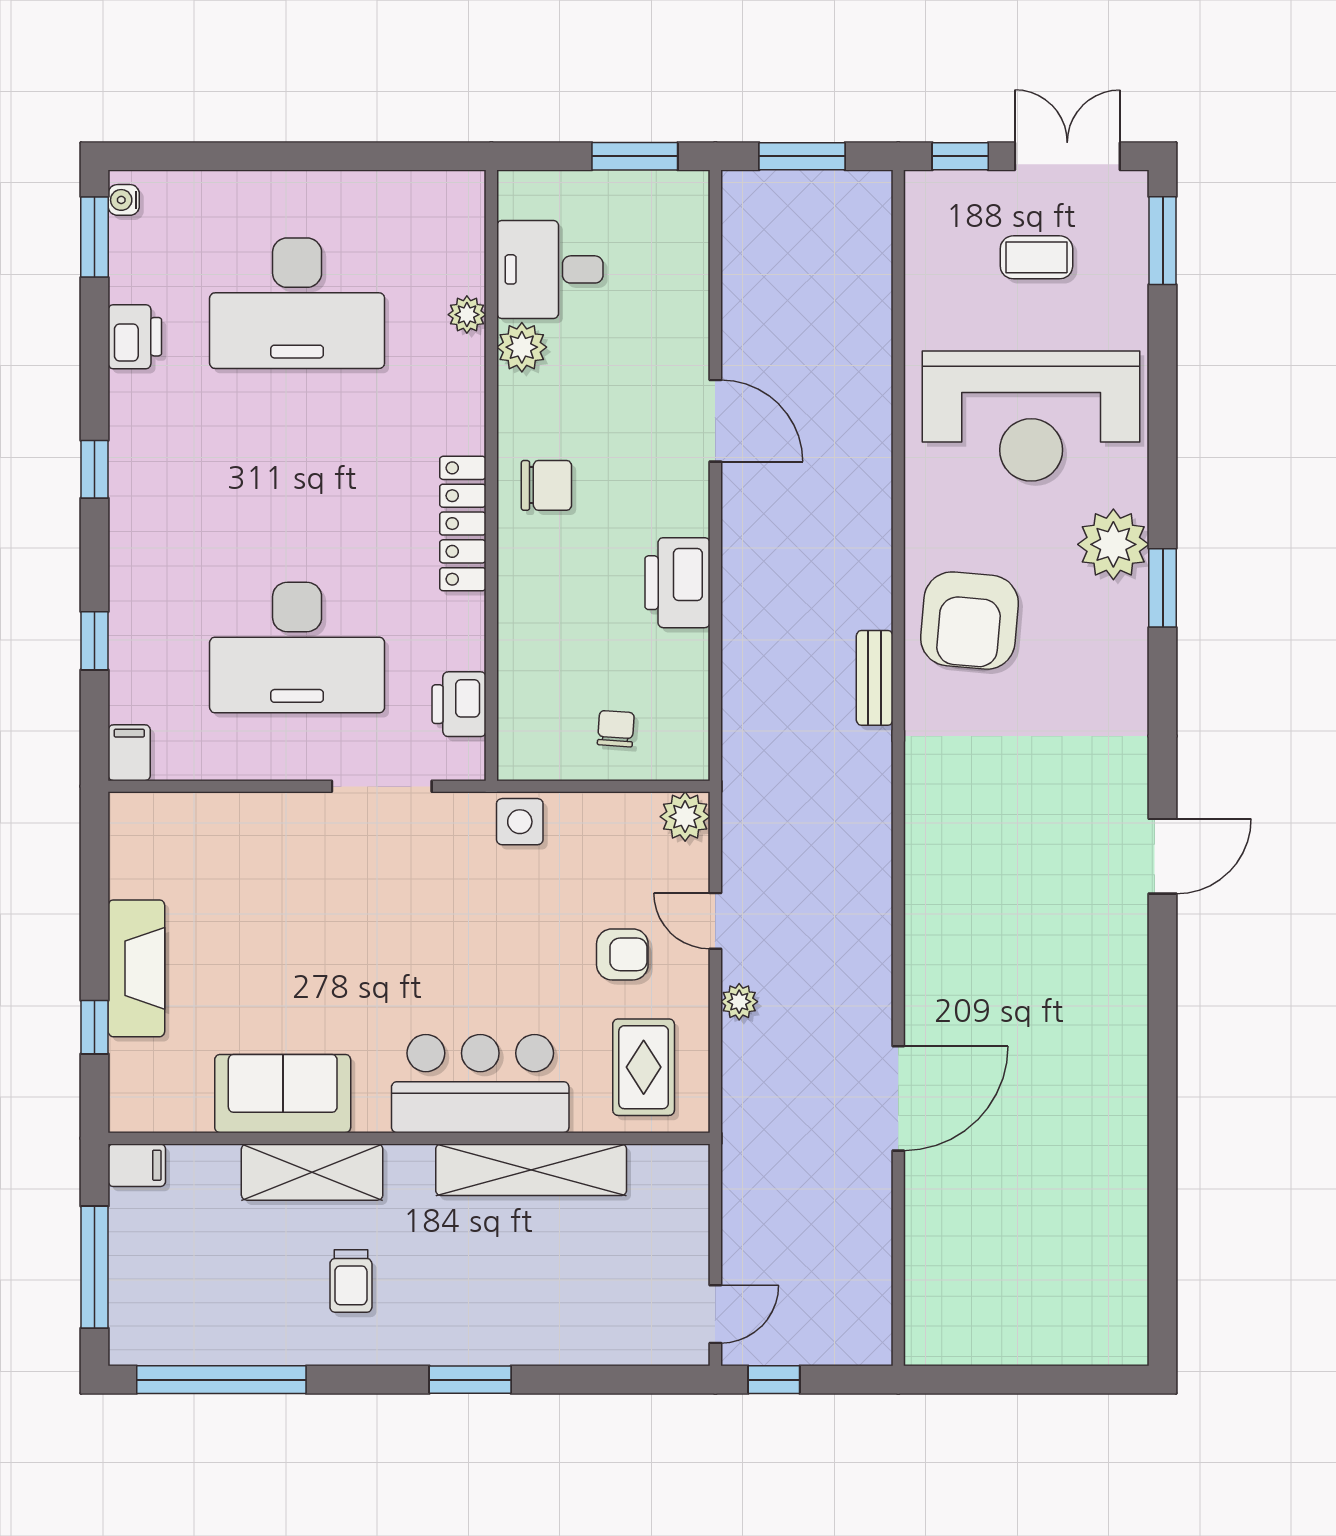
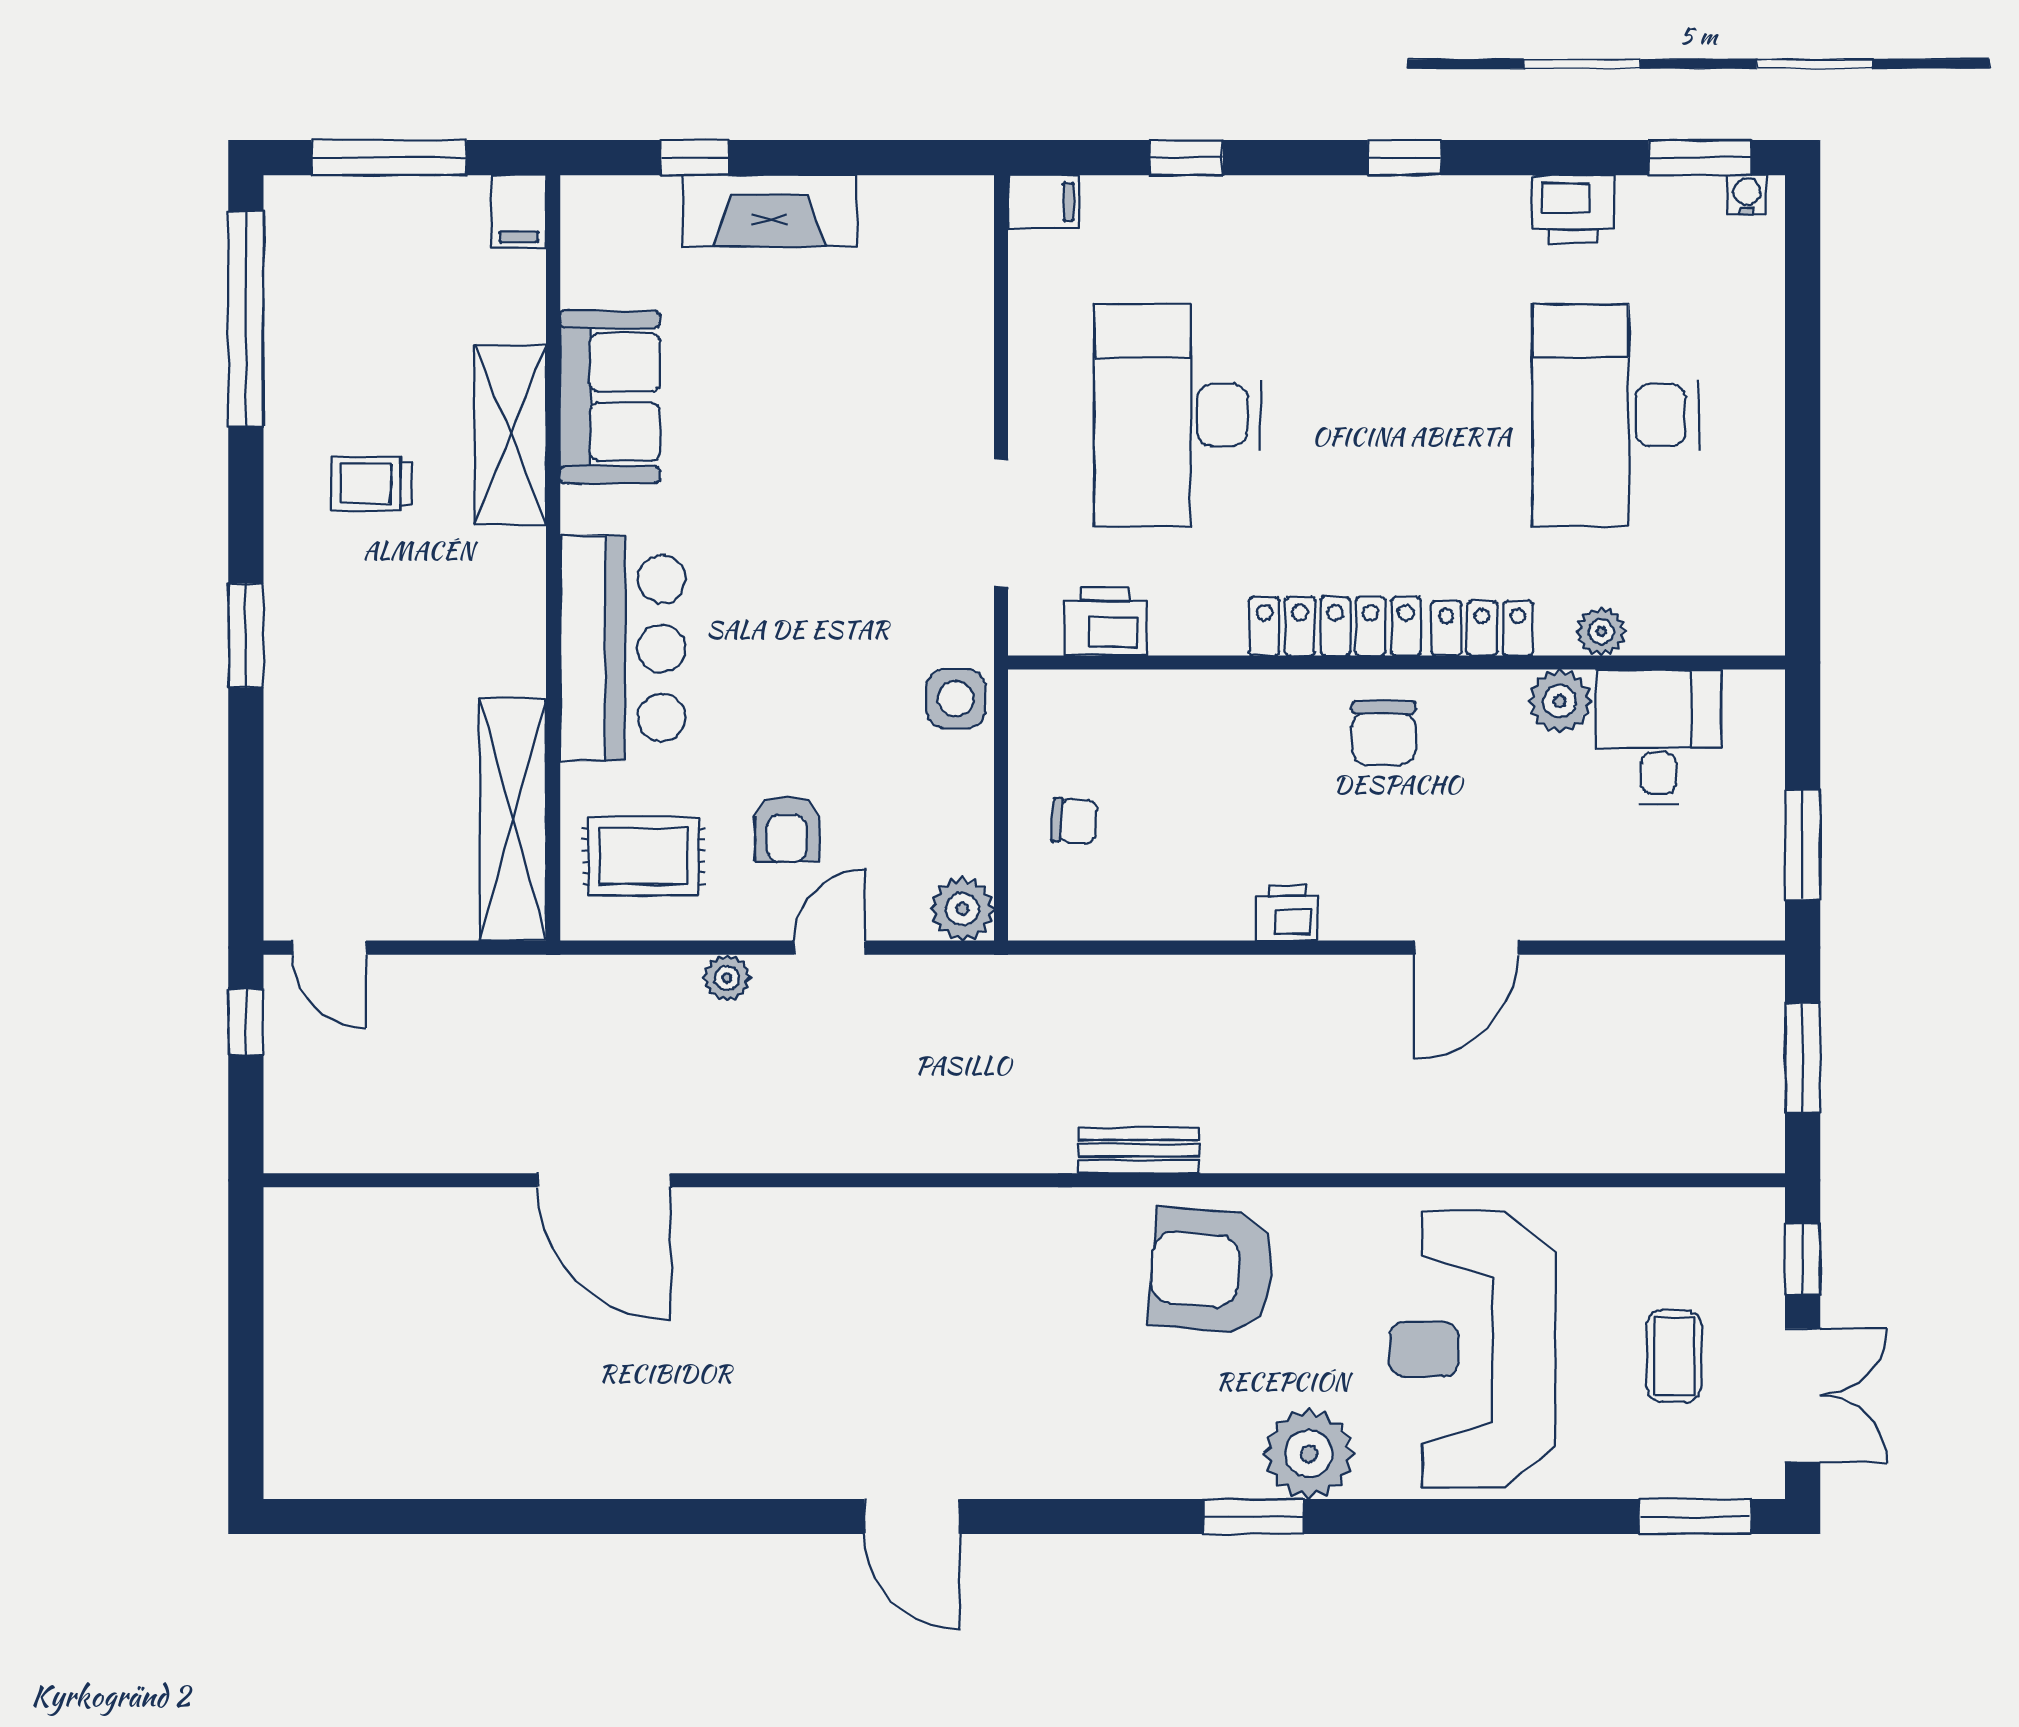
locker: (465, 408) -> (1482, 628), added
printer: (677, 583) -> (1287, 913), width x0.53, depth x0.68
shelving: (531, 1170) -> (513, 819), moved

